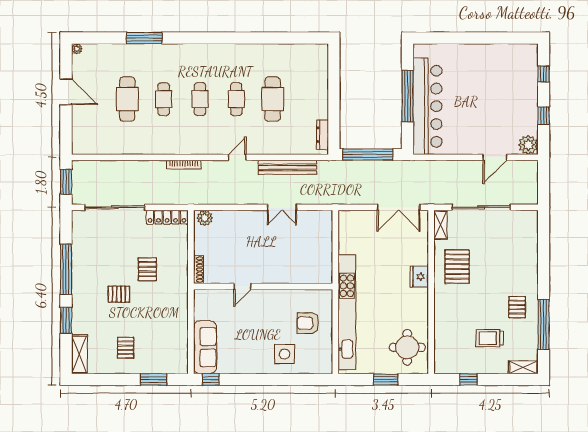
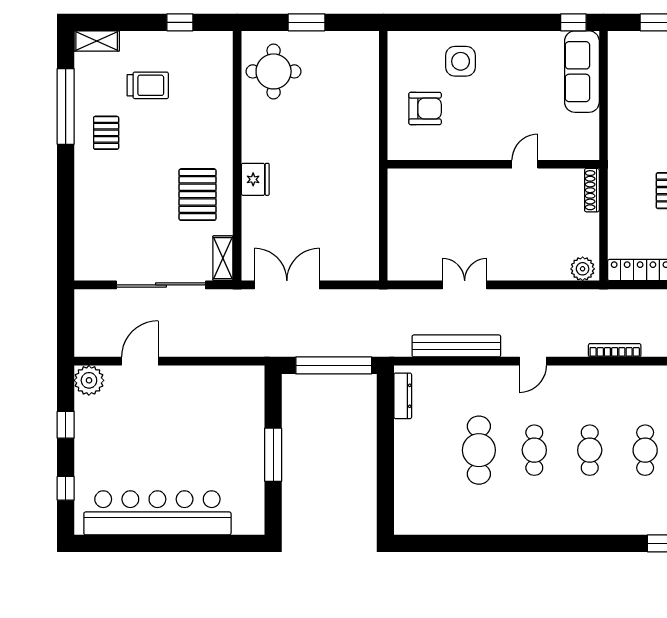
window: (408, 96) -> (273, 455), width x0.68
bar counter: (427, 106) -> (157, 513), moved, turned 90
kitchen unit: (347, 312) -> (366, 125), removed

